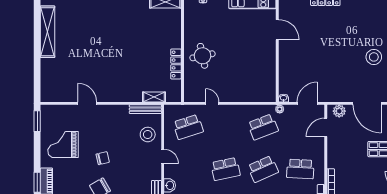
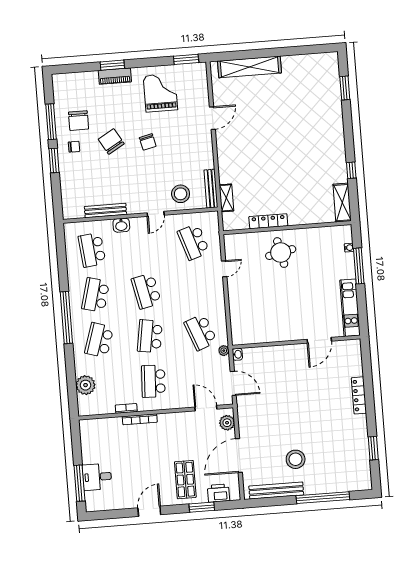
shelving: (48, 32) -> (249, 67), moved
school desk: (263, 169) -> (150, 336), turned 33

